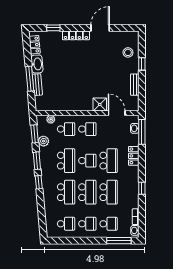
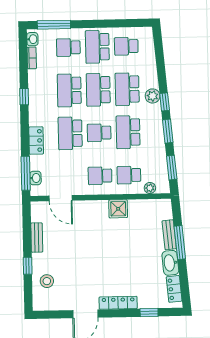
shower: (100, 104) -> (118, 209), moved
plant: (43, 141) -> (152, 96), moved
school desk: (87, 224) -> (97, 47), width x1.85

